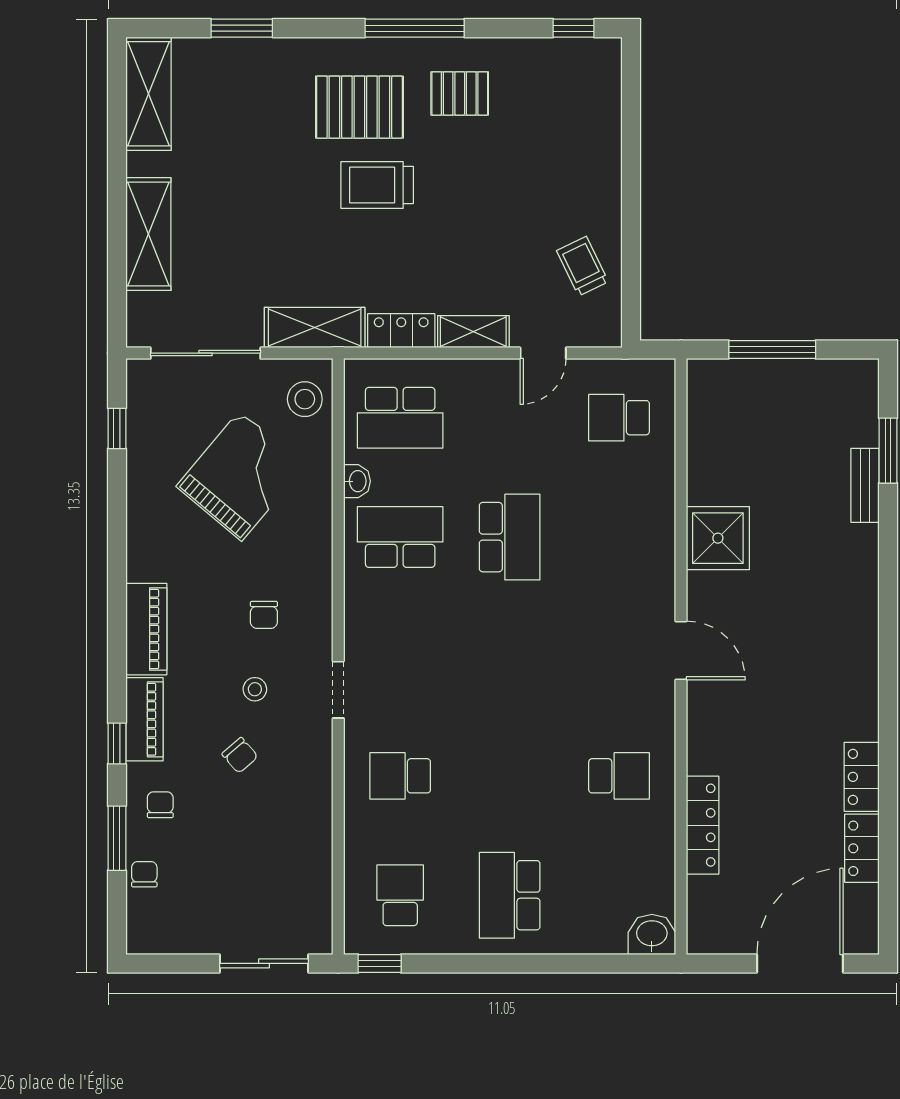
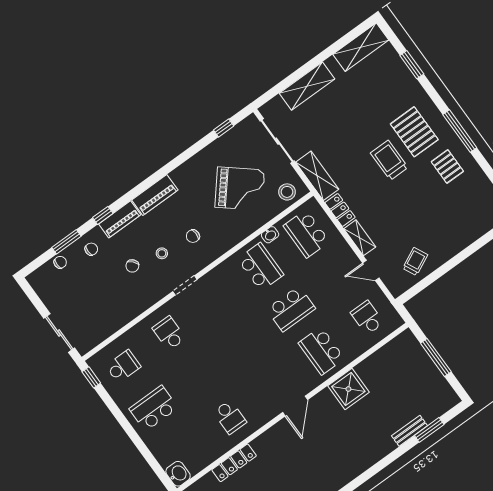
school desk: (619, 537) -> (321, 351), added

